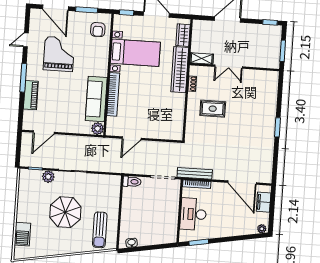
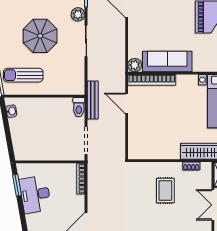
bookcase: (113, 94) -> (152, 80), moved
bench: (195, 173) -> (93, 100), moved
desk: (193, 214) -> (35, 194), moved, turned -100

